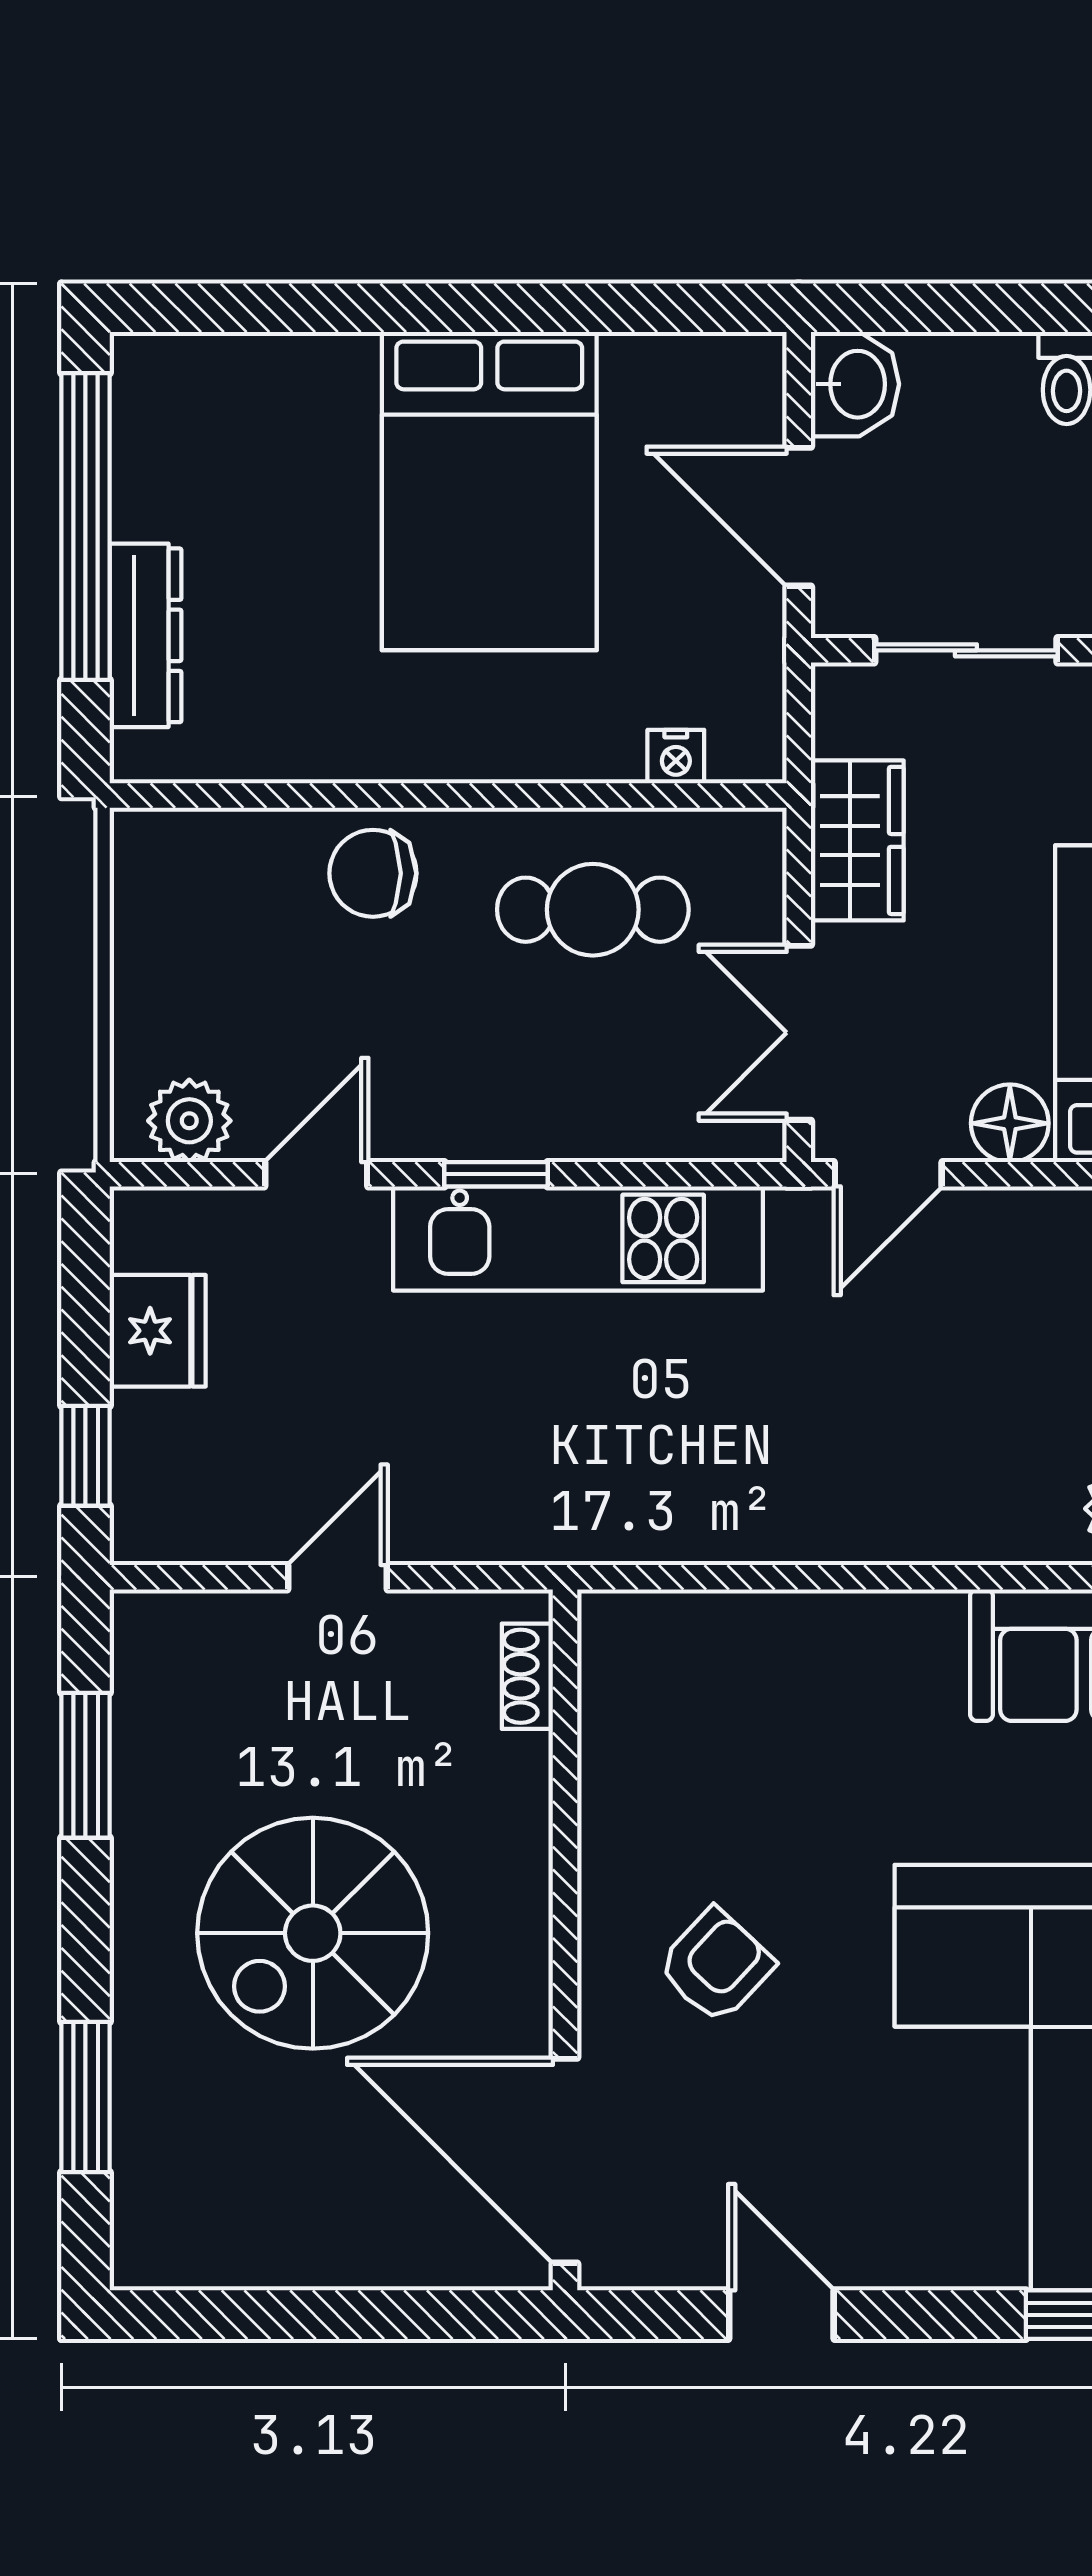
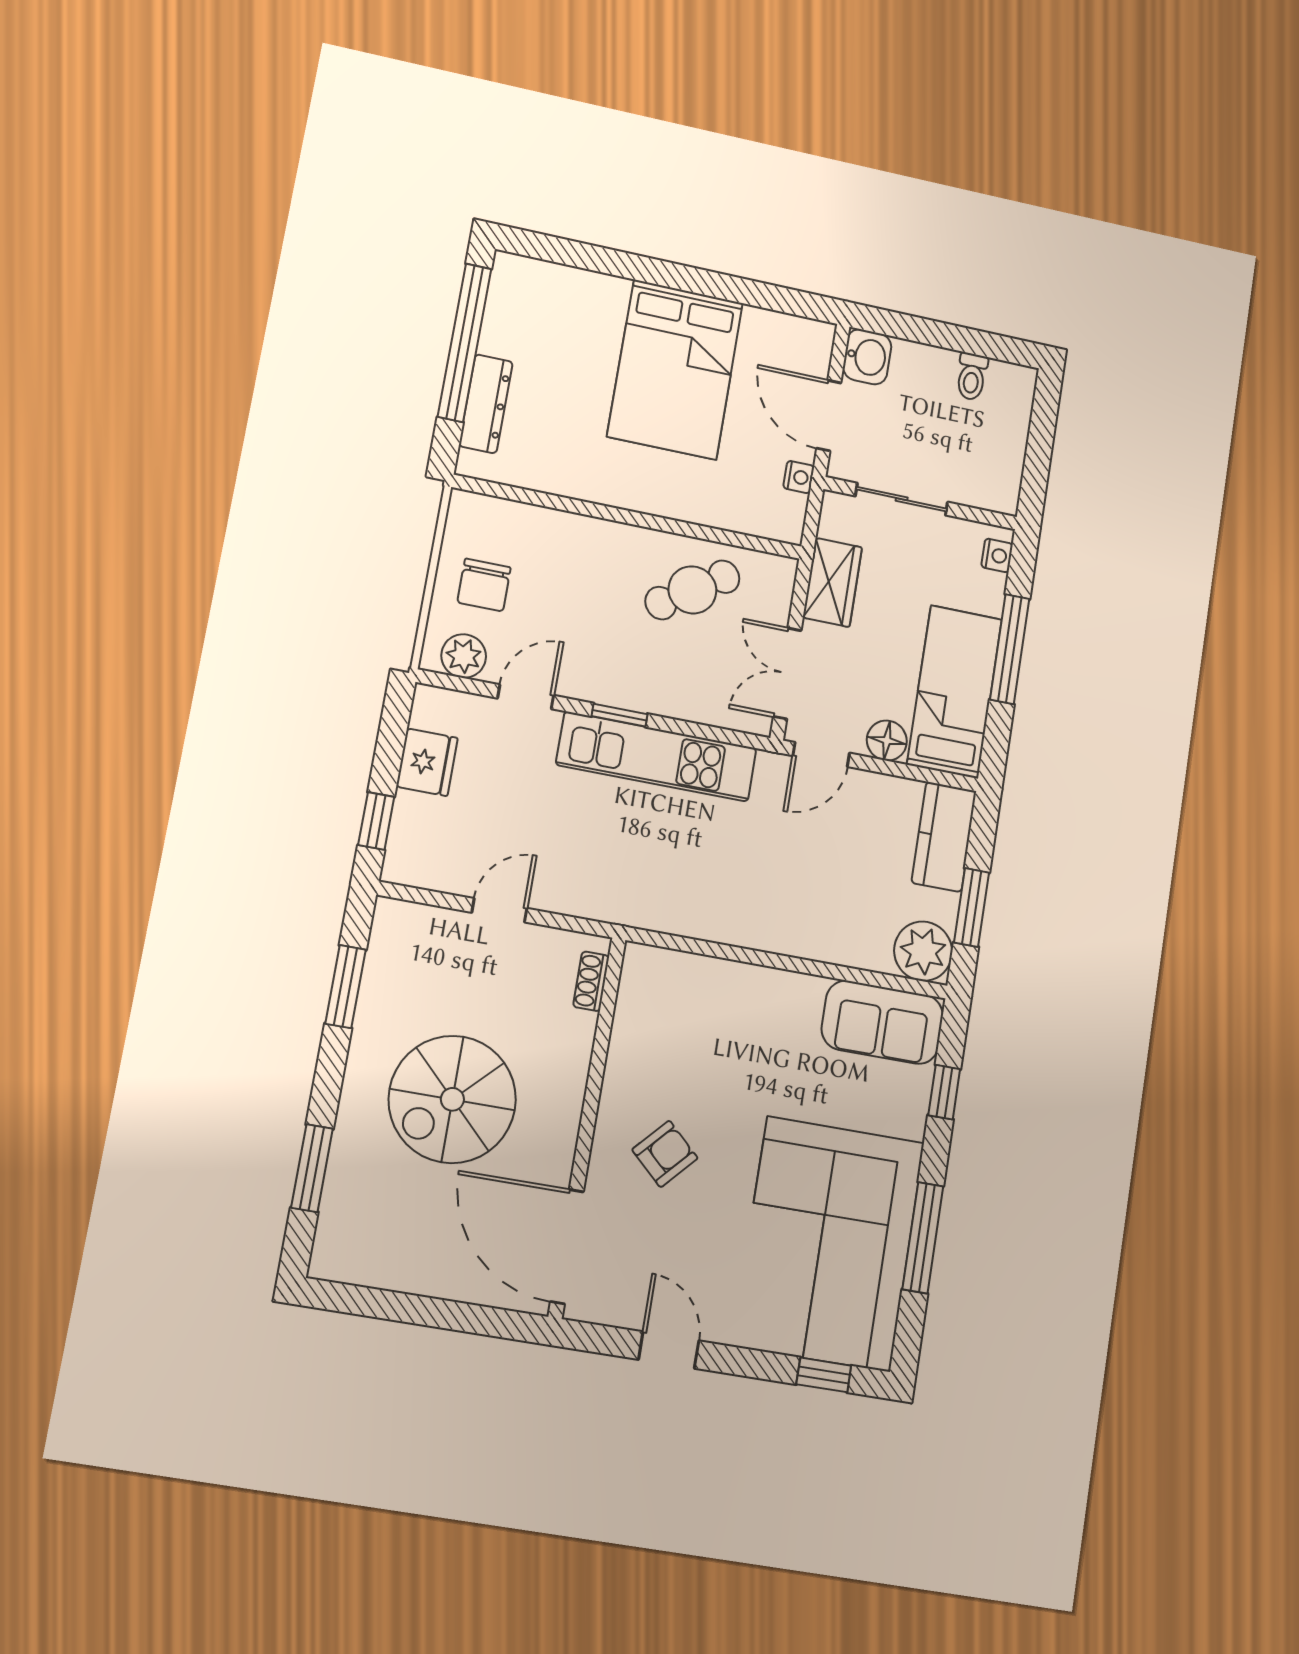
nightstand: (676, 757) -> (799, 477), moved, turned -90
chair: (373, 873) -> (484, 585), moved, turned -90
cafe table: (593, 910) -> (692, 590), turned -34

